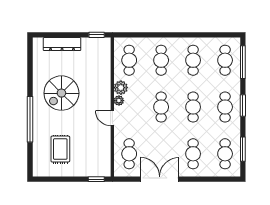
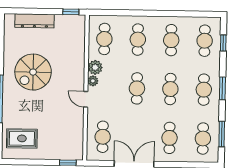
window: (243, 62) -> (223, 43), width x0.46
rug: (60, 149) -> (22, 138), moved, turned 90

